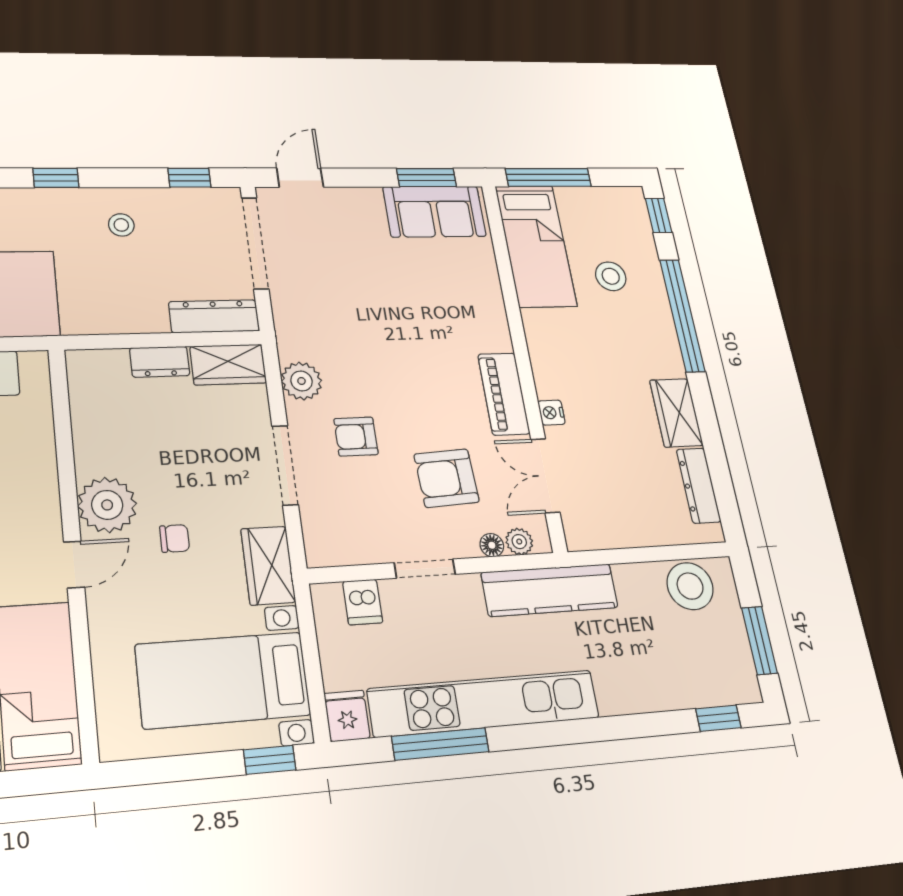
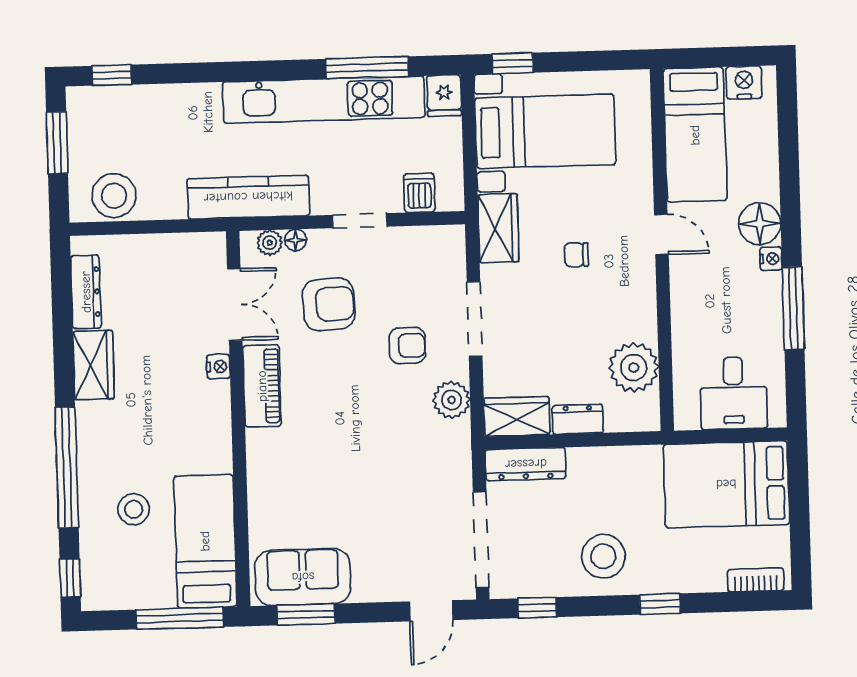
stool: (121, 225) -> (603, 556), width x1.89, depth x1.89
plant: (107, 505) -> (634, 367), moved
door: (74, 565) -> (661, 235), swing flipped

